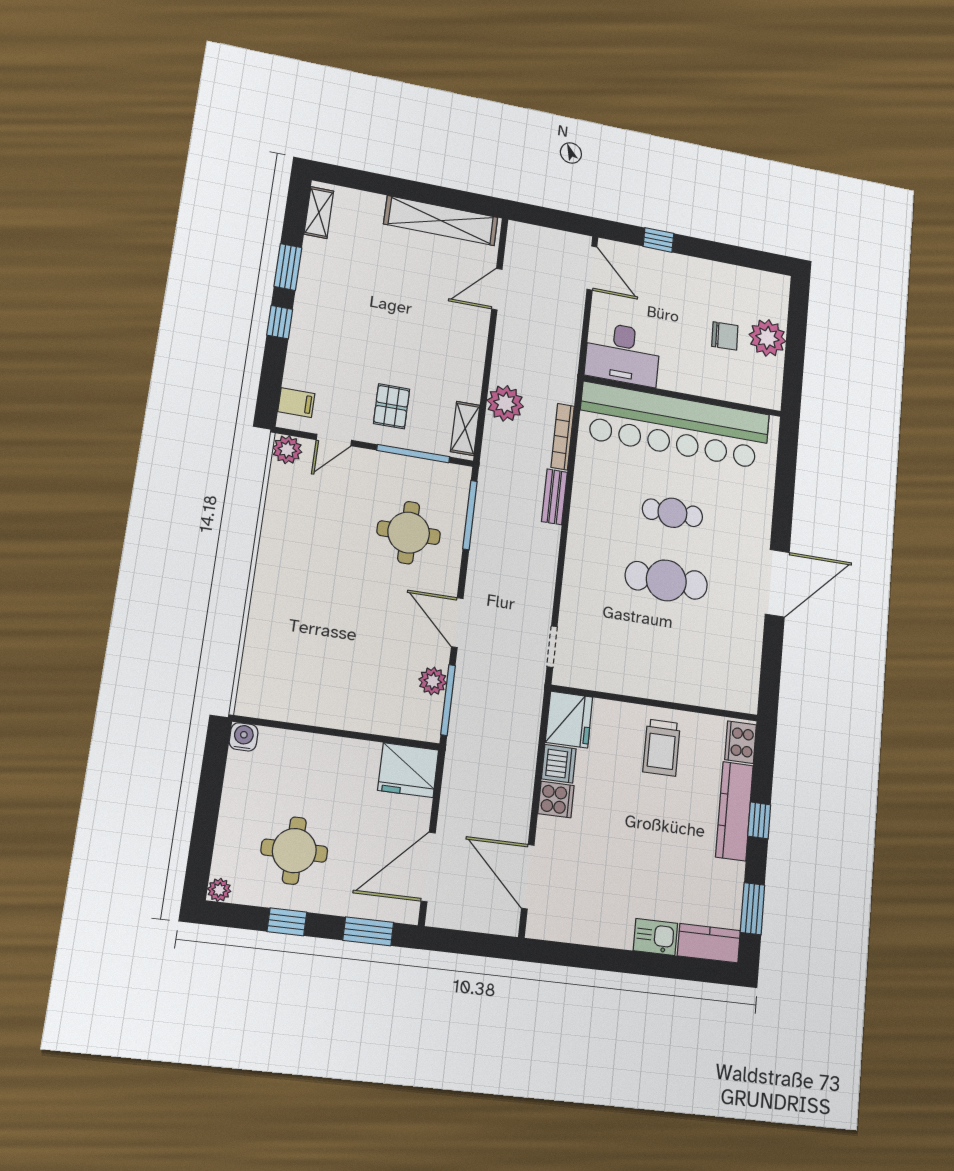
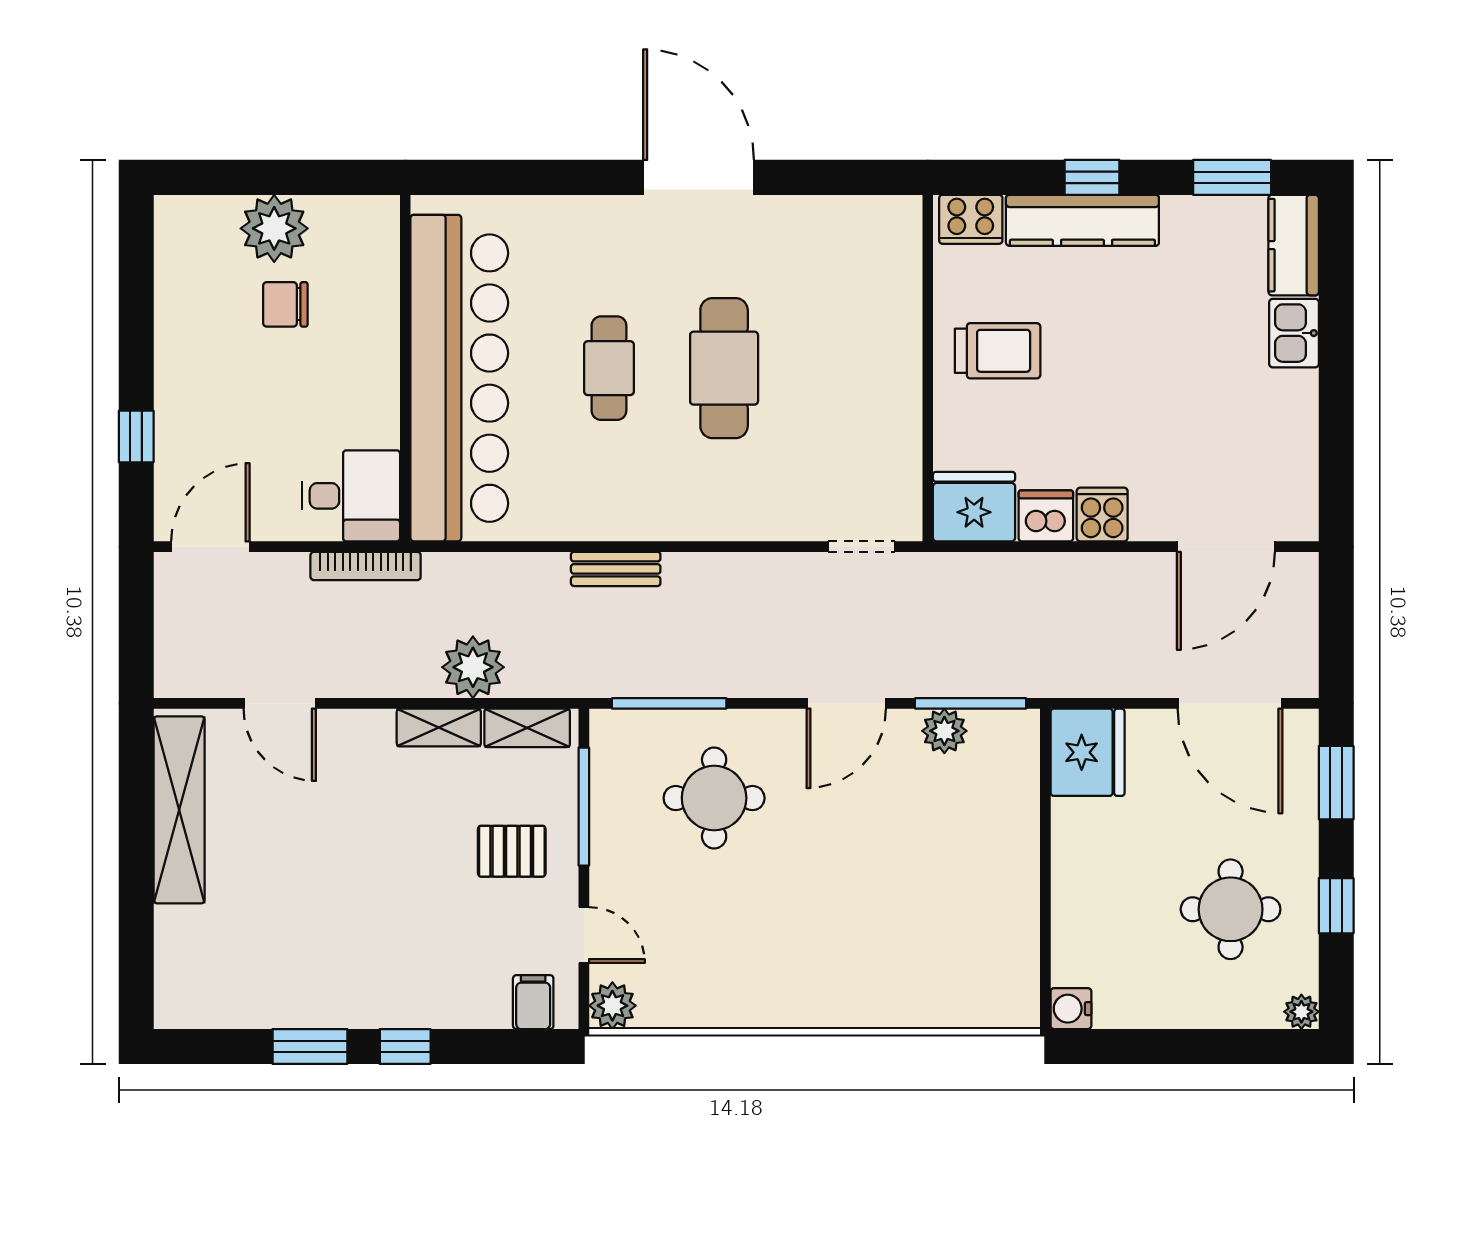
shelving: (319, 213) -> (439, 728), moved
chair: (725, 336) -> (285, 304), turned -88
desk: (623, 354) -> (351, 496), width x0.73
bookcase: (563, 437) -> (366, 566), moved

